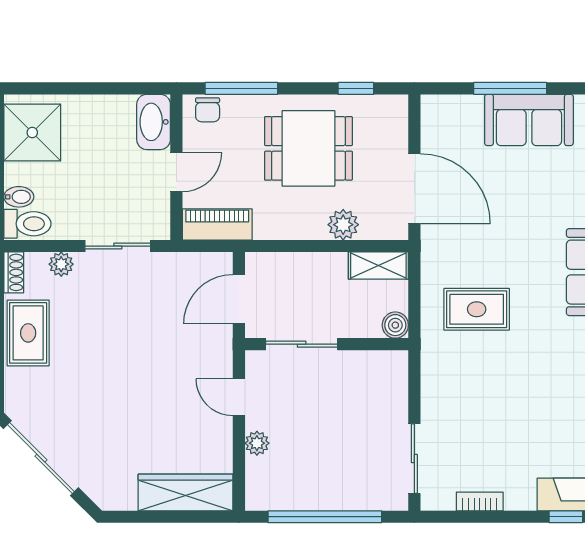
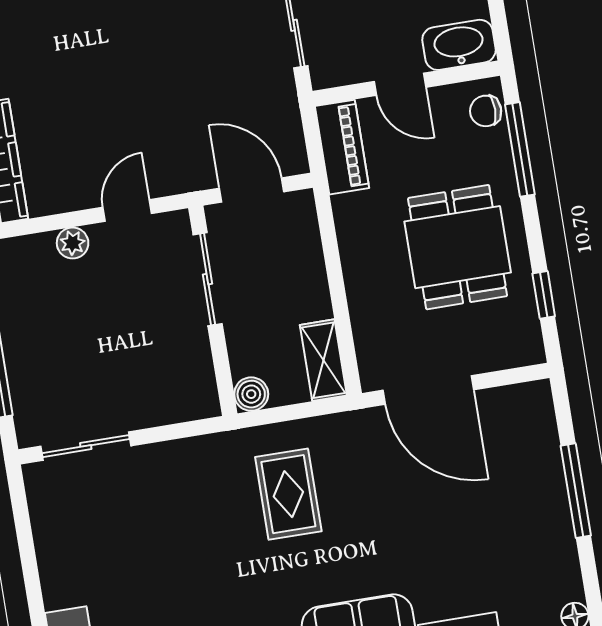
sofa: (529, 120) -> (540, 521), removed
door: (414, 189) -> (428, 390), hinge flipped
plant: (343, 225) -> (368, 307), removed
bookcase: (480, 501) -> (45, 538), removed

